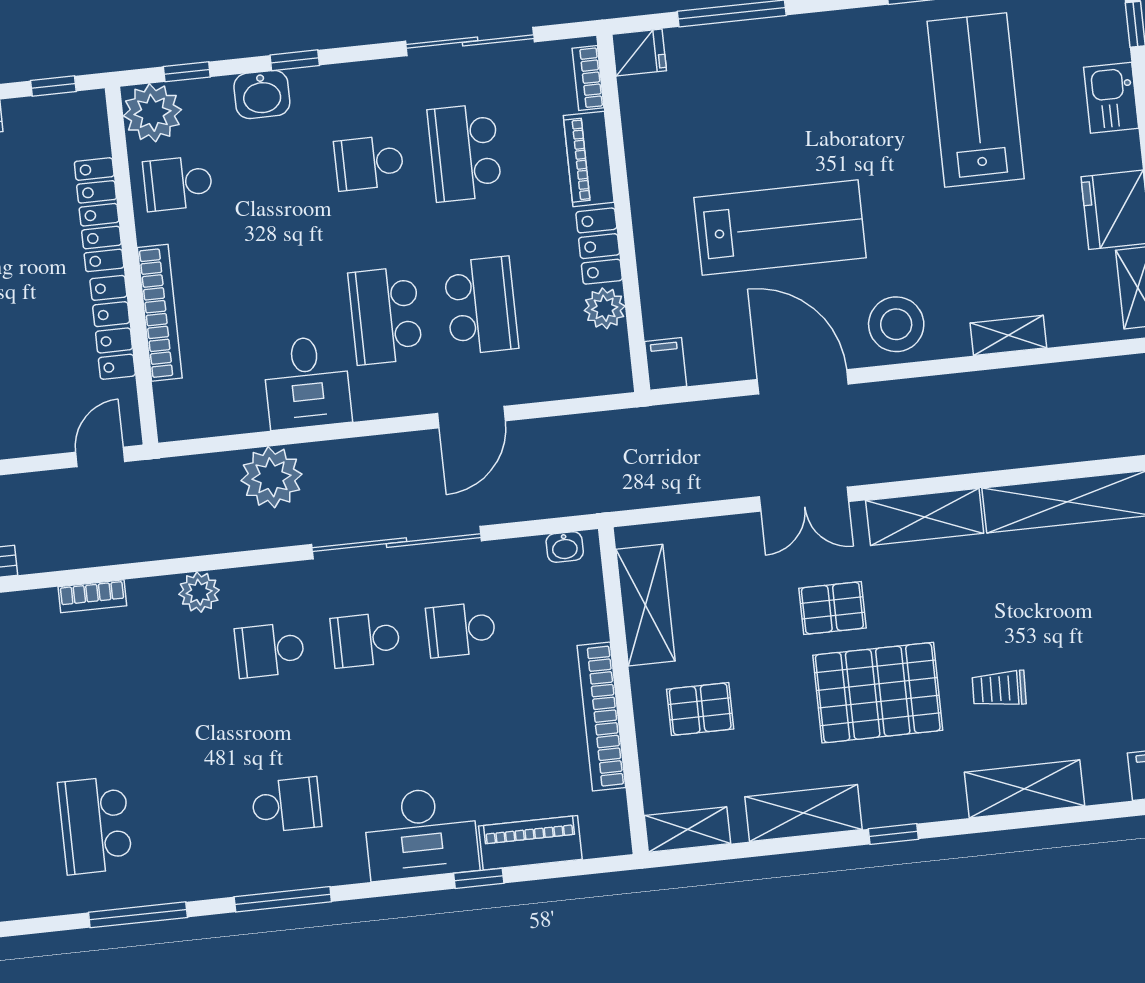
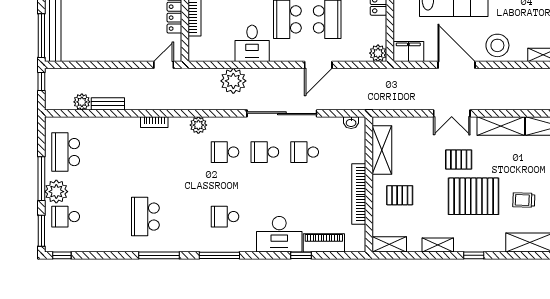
plant: (605, 308) -> (378, 53), moved
filing cabinet: (666, 364) -> (408, 52), width x2.00
school desk: (286, 805) -> (225, 217), turned 180
shelving: (804, 813) -> (438, 245), width x0.67, depth x0.75

